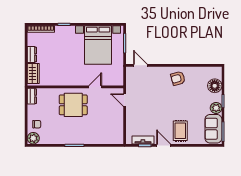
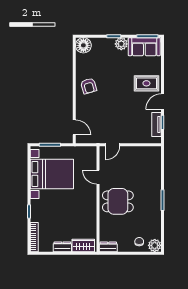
door: (140, 65) -> (74, 127), swing flipped
floor lamp: (215, 86) -> (83, 45), moved
dining table: (73, 105) -> (118, 201), turned 90

